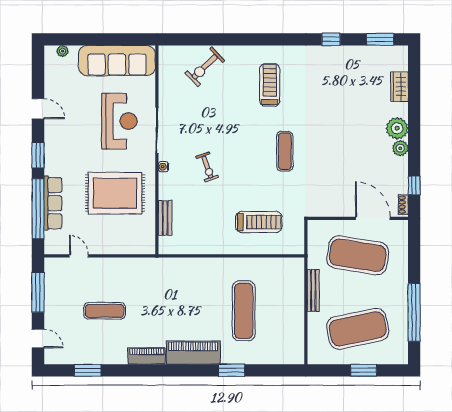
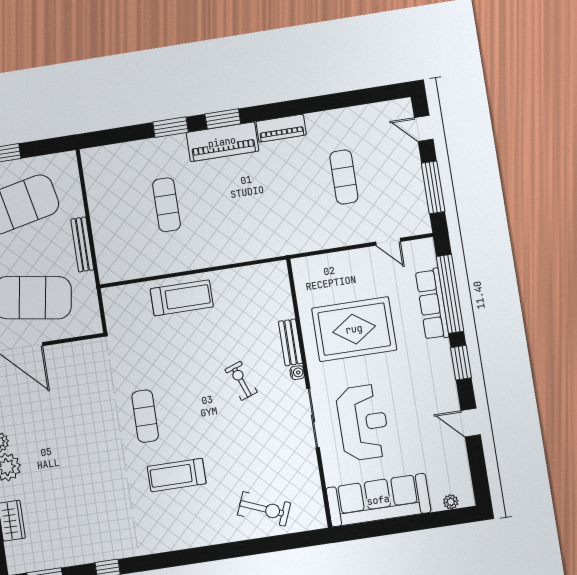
exercise bike: (205, 67) -> (264, 509), turned 66
treadmill: (270, 85) -> (177, 475), moved, turned 90
reception desk: (119, 121) -> (363, 423), turned 180
bench: (165, 218) -> (290, 342), moved
treadmill: (259, 222) -> (182, 298), moved, turned 180
exercise mat: (105, 311) -> (344, 177), turned 90
exercise mat: (244, 311) -> (166, 205), width x0.73, depth x0.69
window: (88, 370) -> (223, 119), moved

